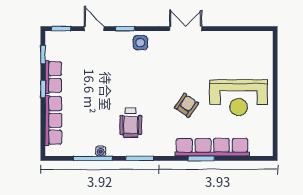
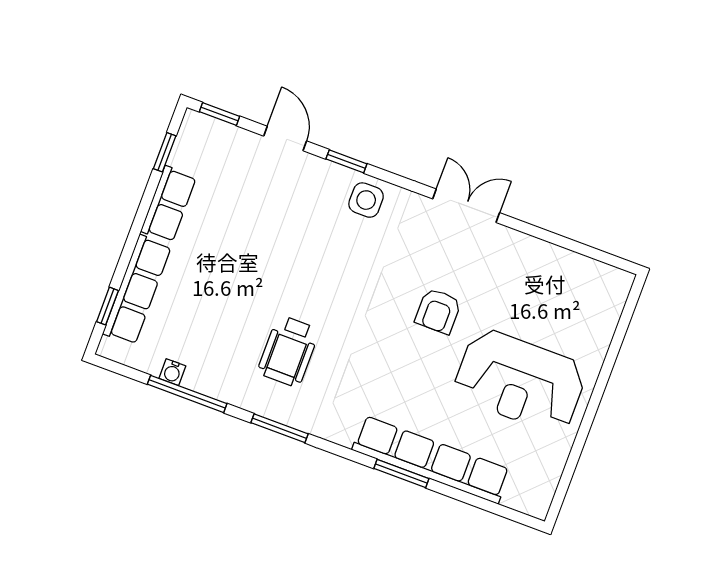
window: (43, 89) -> (108, 306), moved
armchair: (187, 105) -> (438, 311), moved, turned 145
water cooler: (101, 151) -> (172, 372), moved

